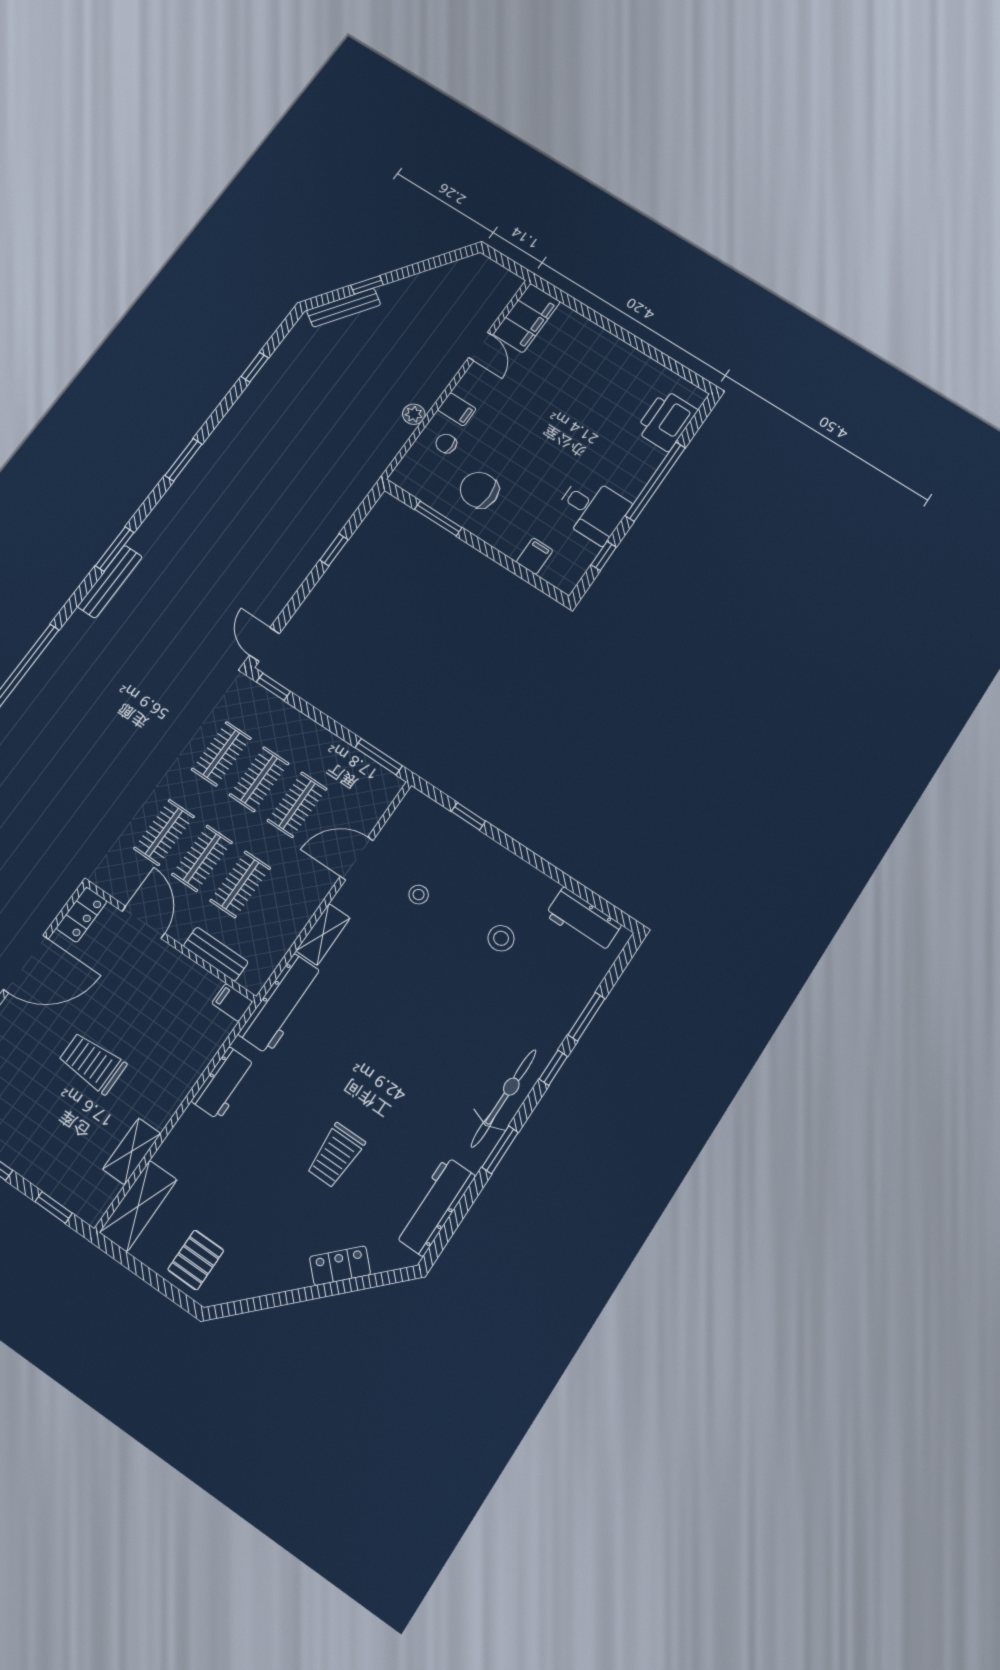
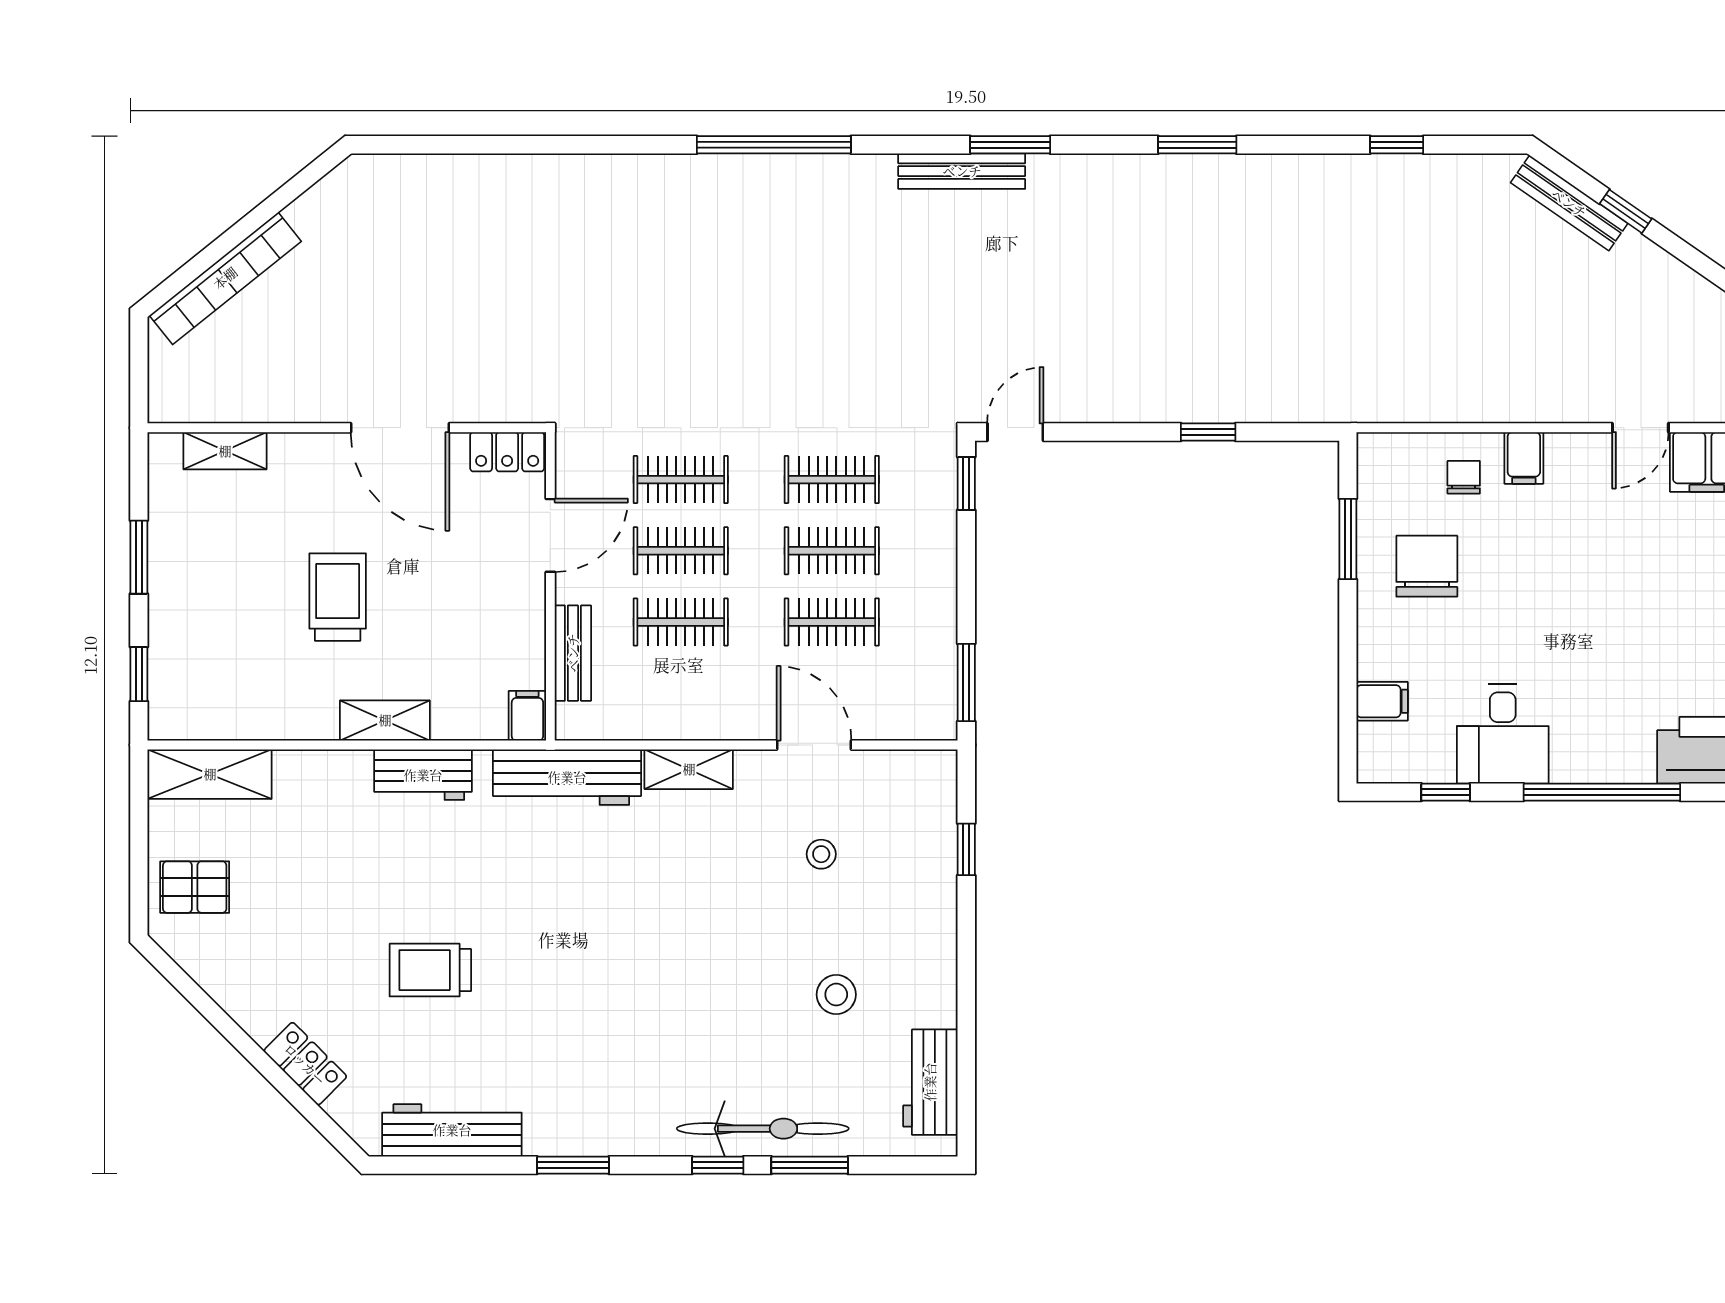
plant: (414, 414) -> (1476, 405), removed
bicycle: (504, 1098) -> (763, 1129), moved
shelving: (132, 1151) -> (385, 720), moved

